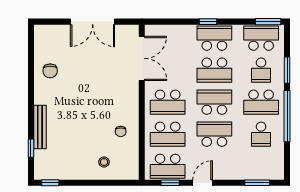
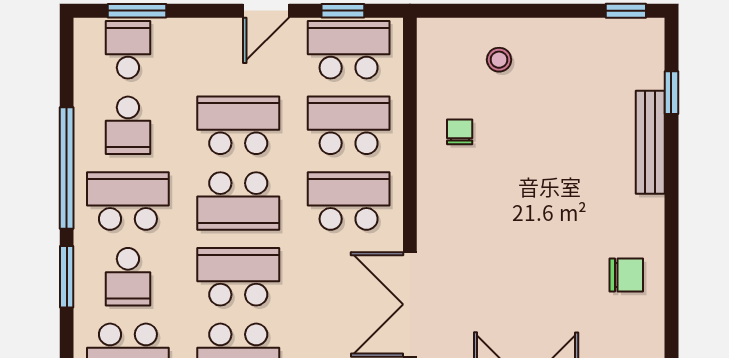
school desk: (261, 70) -> (128, 277), turned 180
chair: (50, 71) -> (626, 275), turned 90
school desk: (214, 134) -> (238, 125), turned 180
school desk: (261, 134) -> (128, 125), turned 180
school desk: (261, 166) -> (128, 50), added

